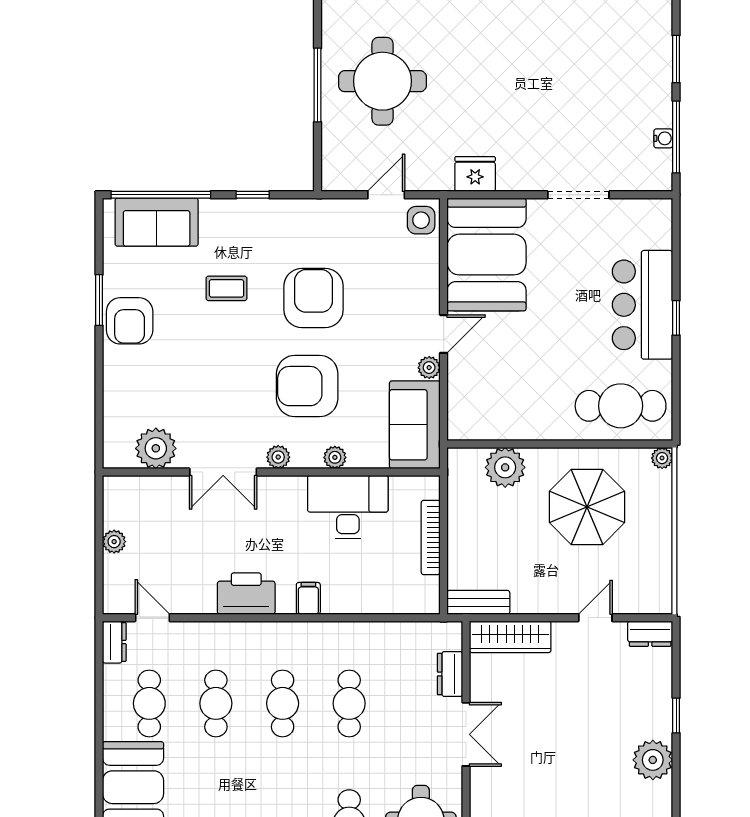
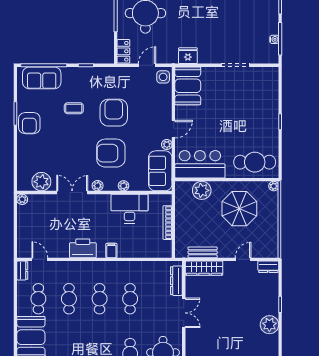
locker: (335, 164) -> (123, 51), added
booth: (487, 255) -> (188, 86), width x0.73, depth x0.70
bar counter: (642, 305) -> (200, 164), moved, turned 90
double door: (223, 472) -> (72, 193), swing flipped
plant: (114, 542) -> (22, 199), moved
bench: (478, 602) -> (203, 252), moved
dresser: (450, 674) -> (176, 281), width x1.44

